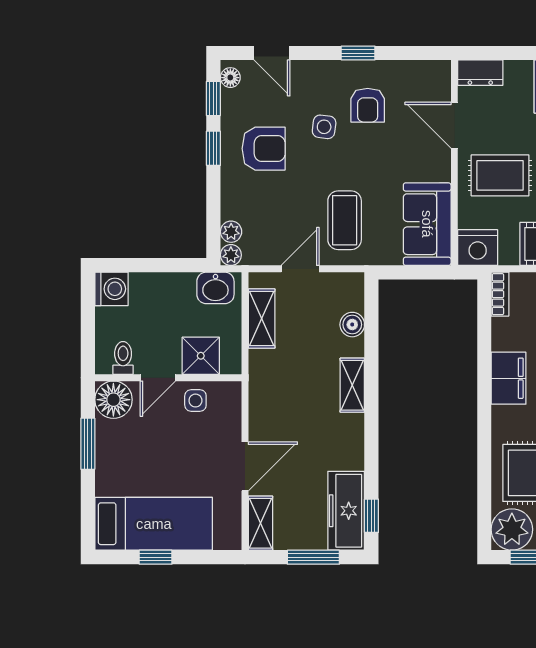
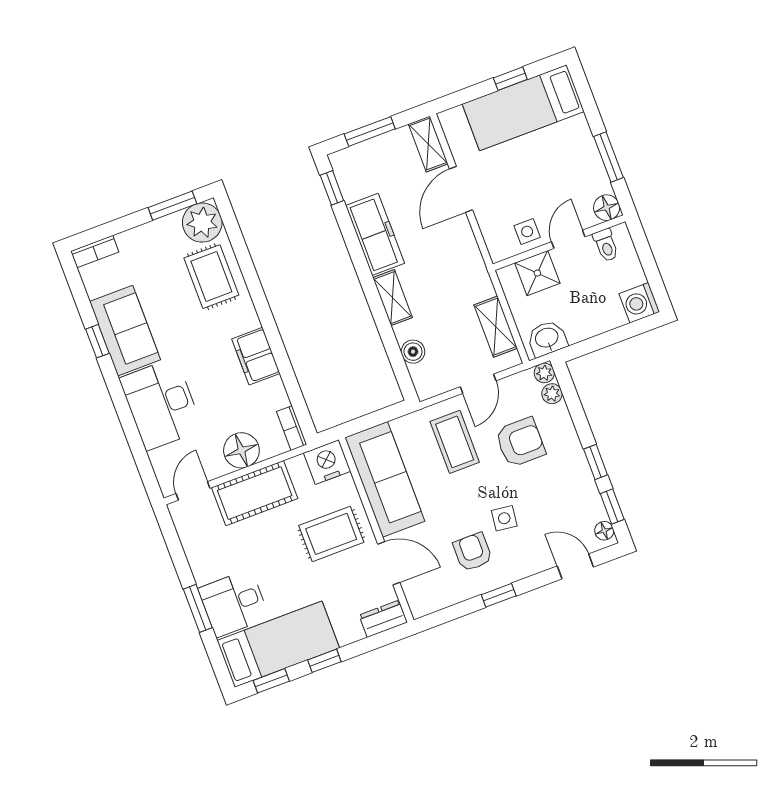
armchair: (264, 149) -> (520, 442), moved, turned 180
sofa: (427, 224) -> (385, 479), width x1.36
floor lamp: (113, 400) -> (607, 208), width x0.73, depth x0.73
freezer: (346, 511) -> (375, 234), moved

